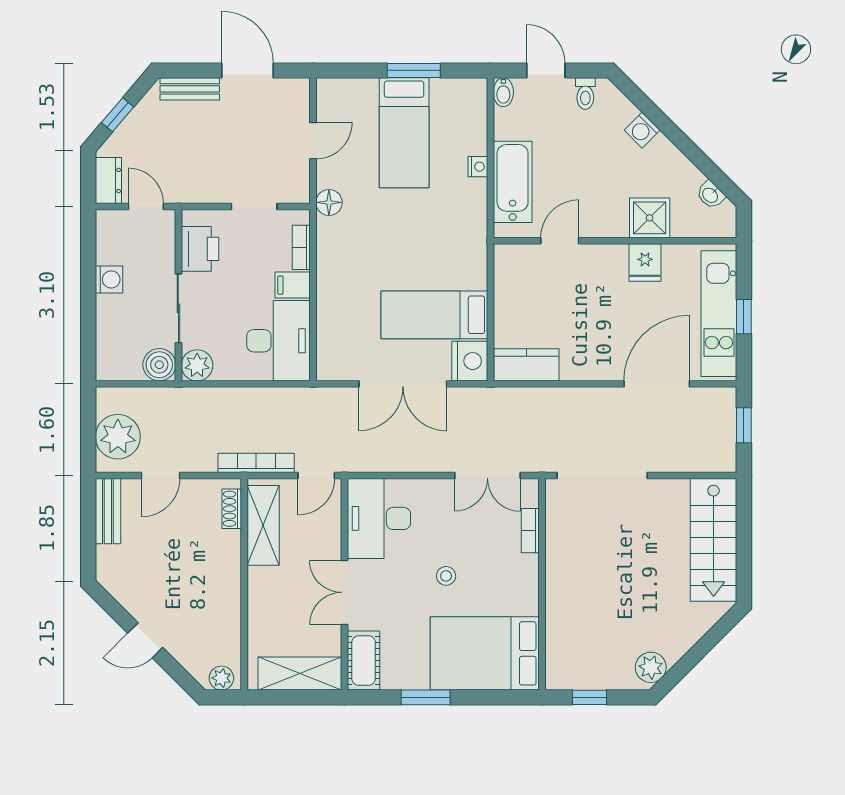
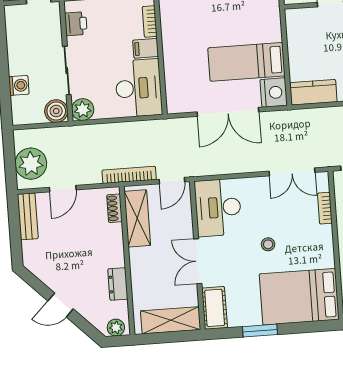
printer: (200, 249) -> (76, 24), width x0.73, depth x0.81
washing machine: (109, 279) -> (19, 85), moved
dresser: (229, 617) -> (118, 284), added

